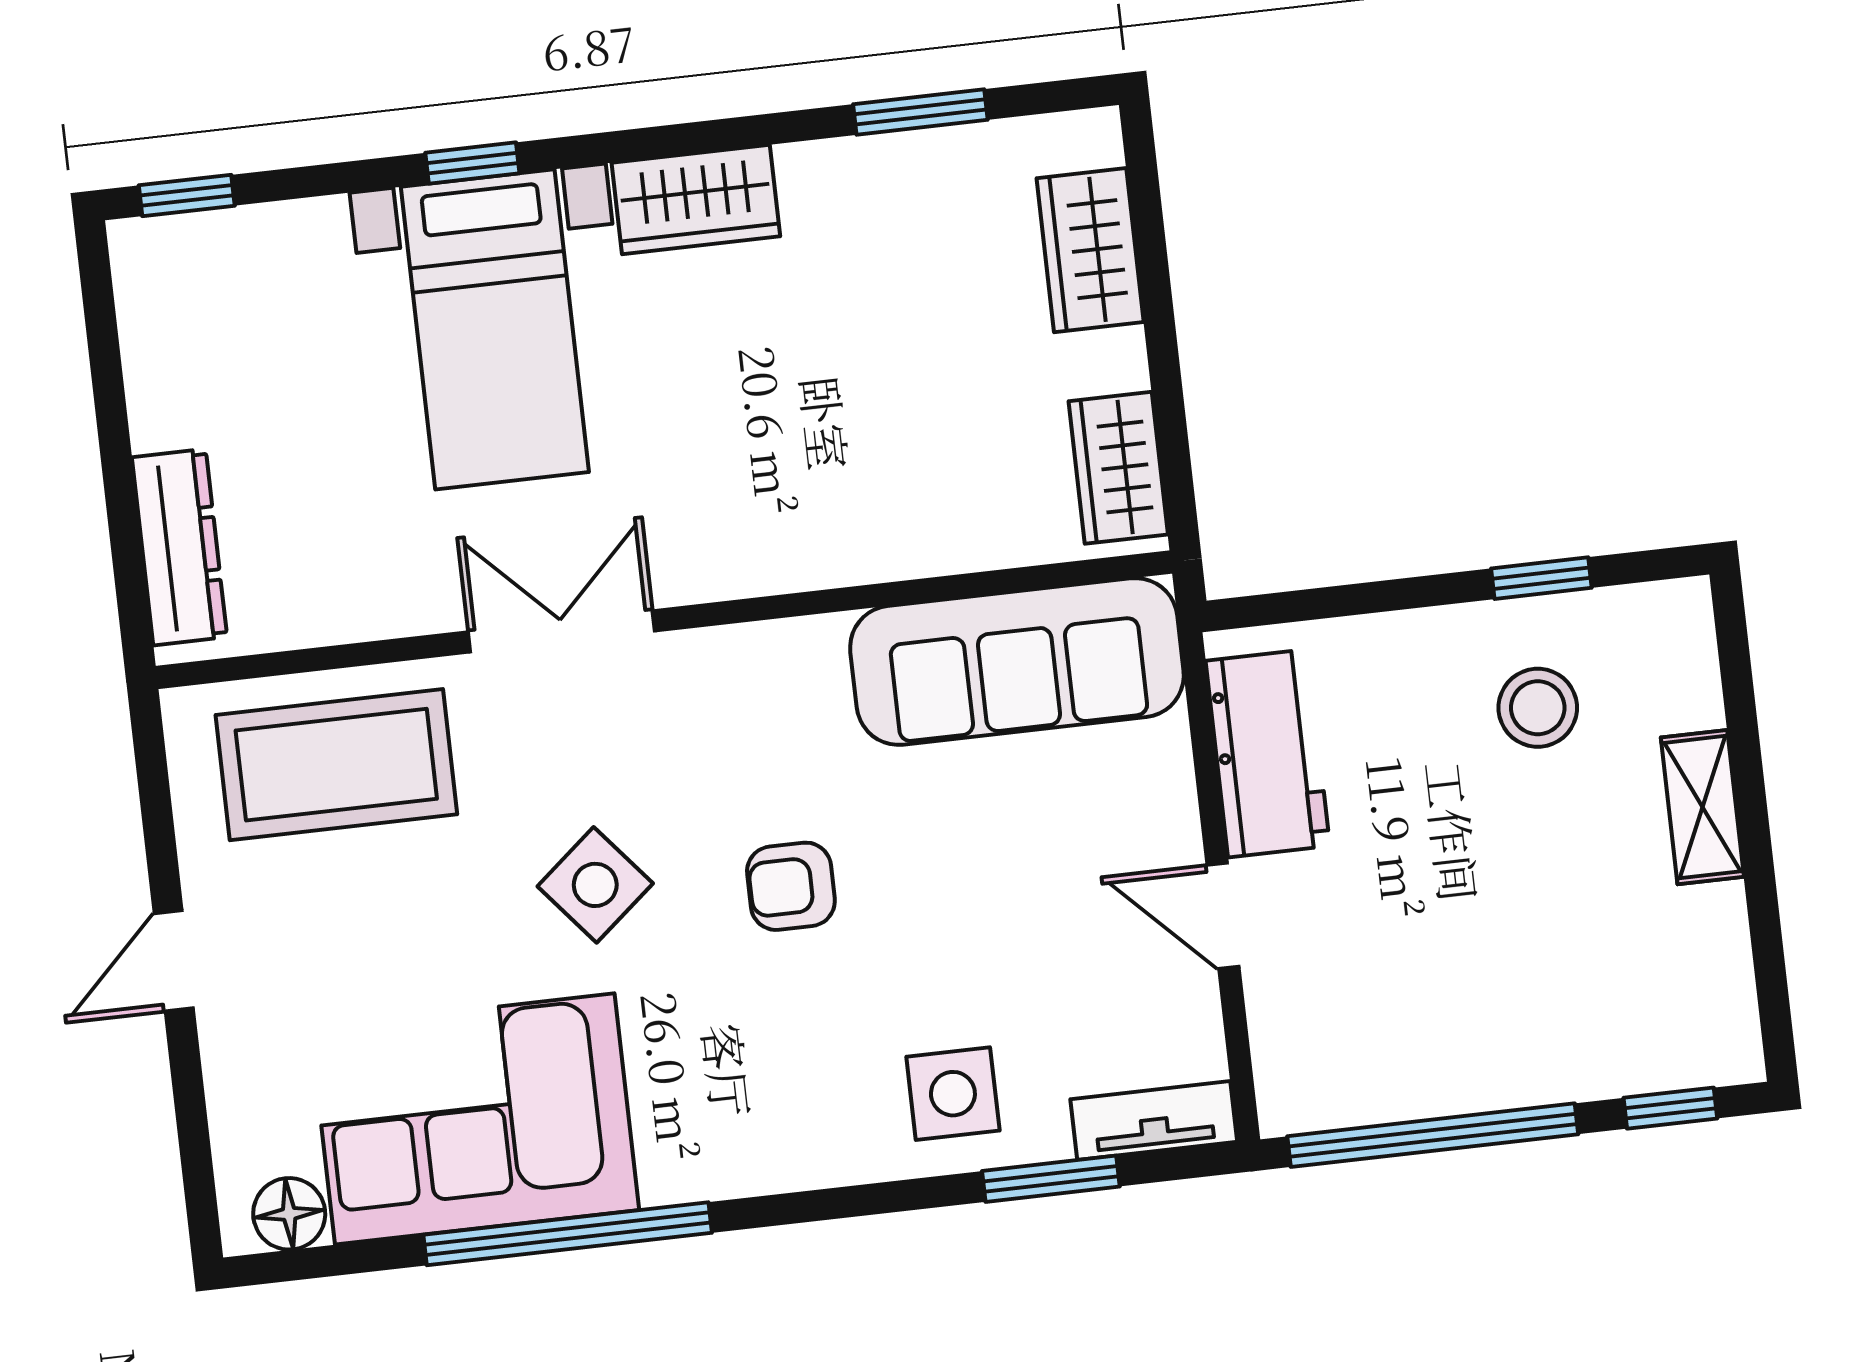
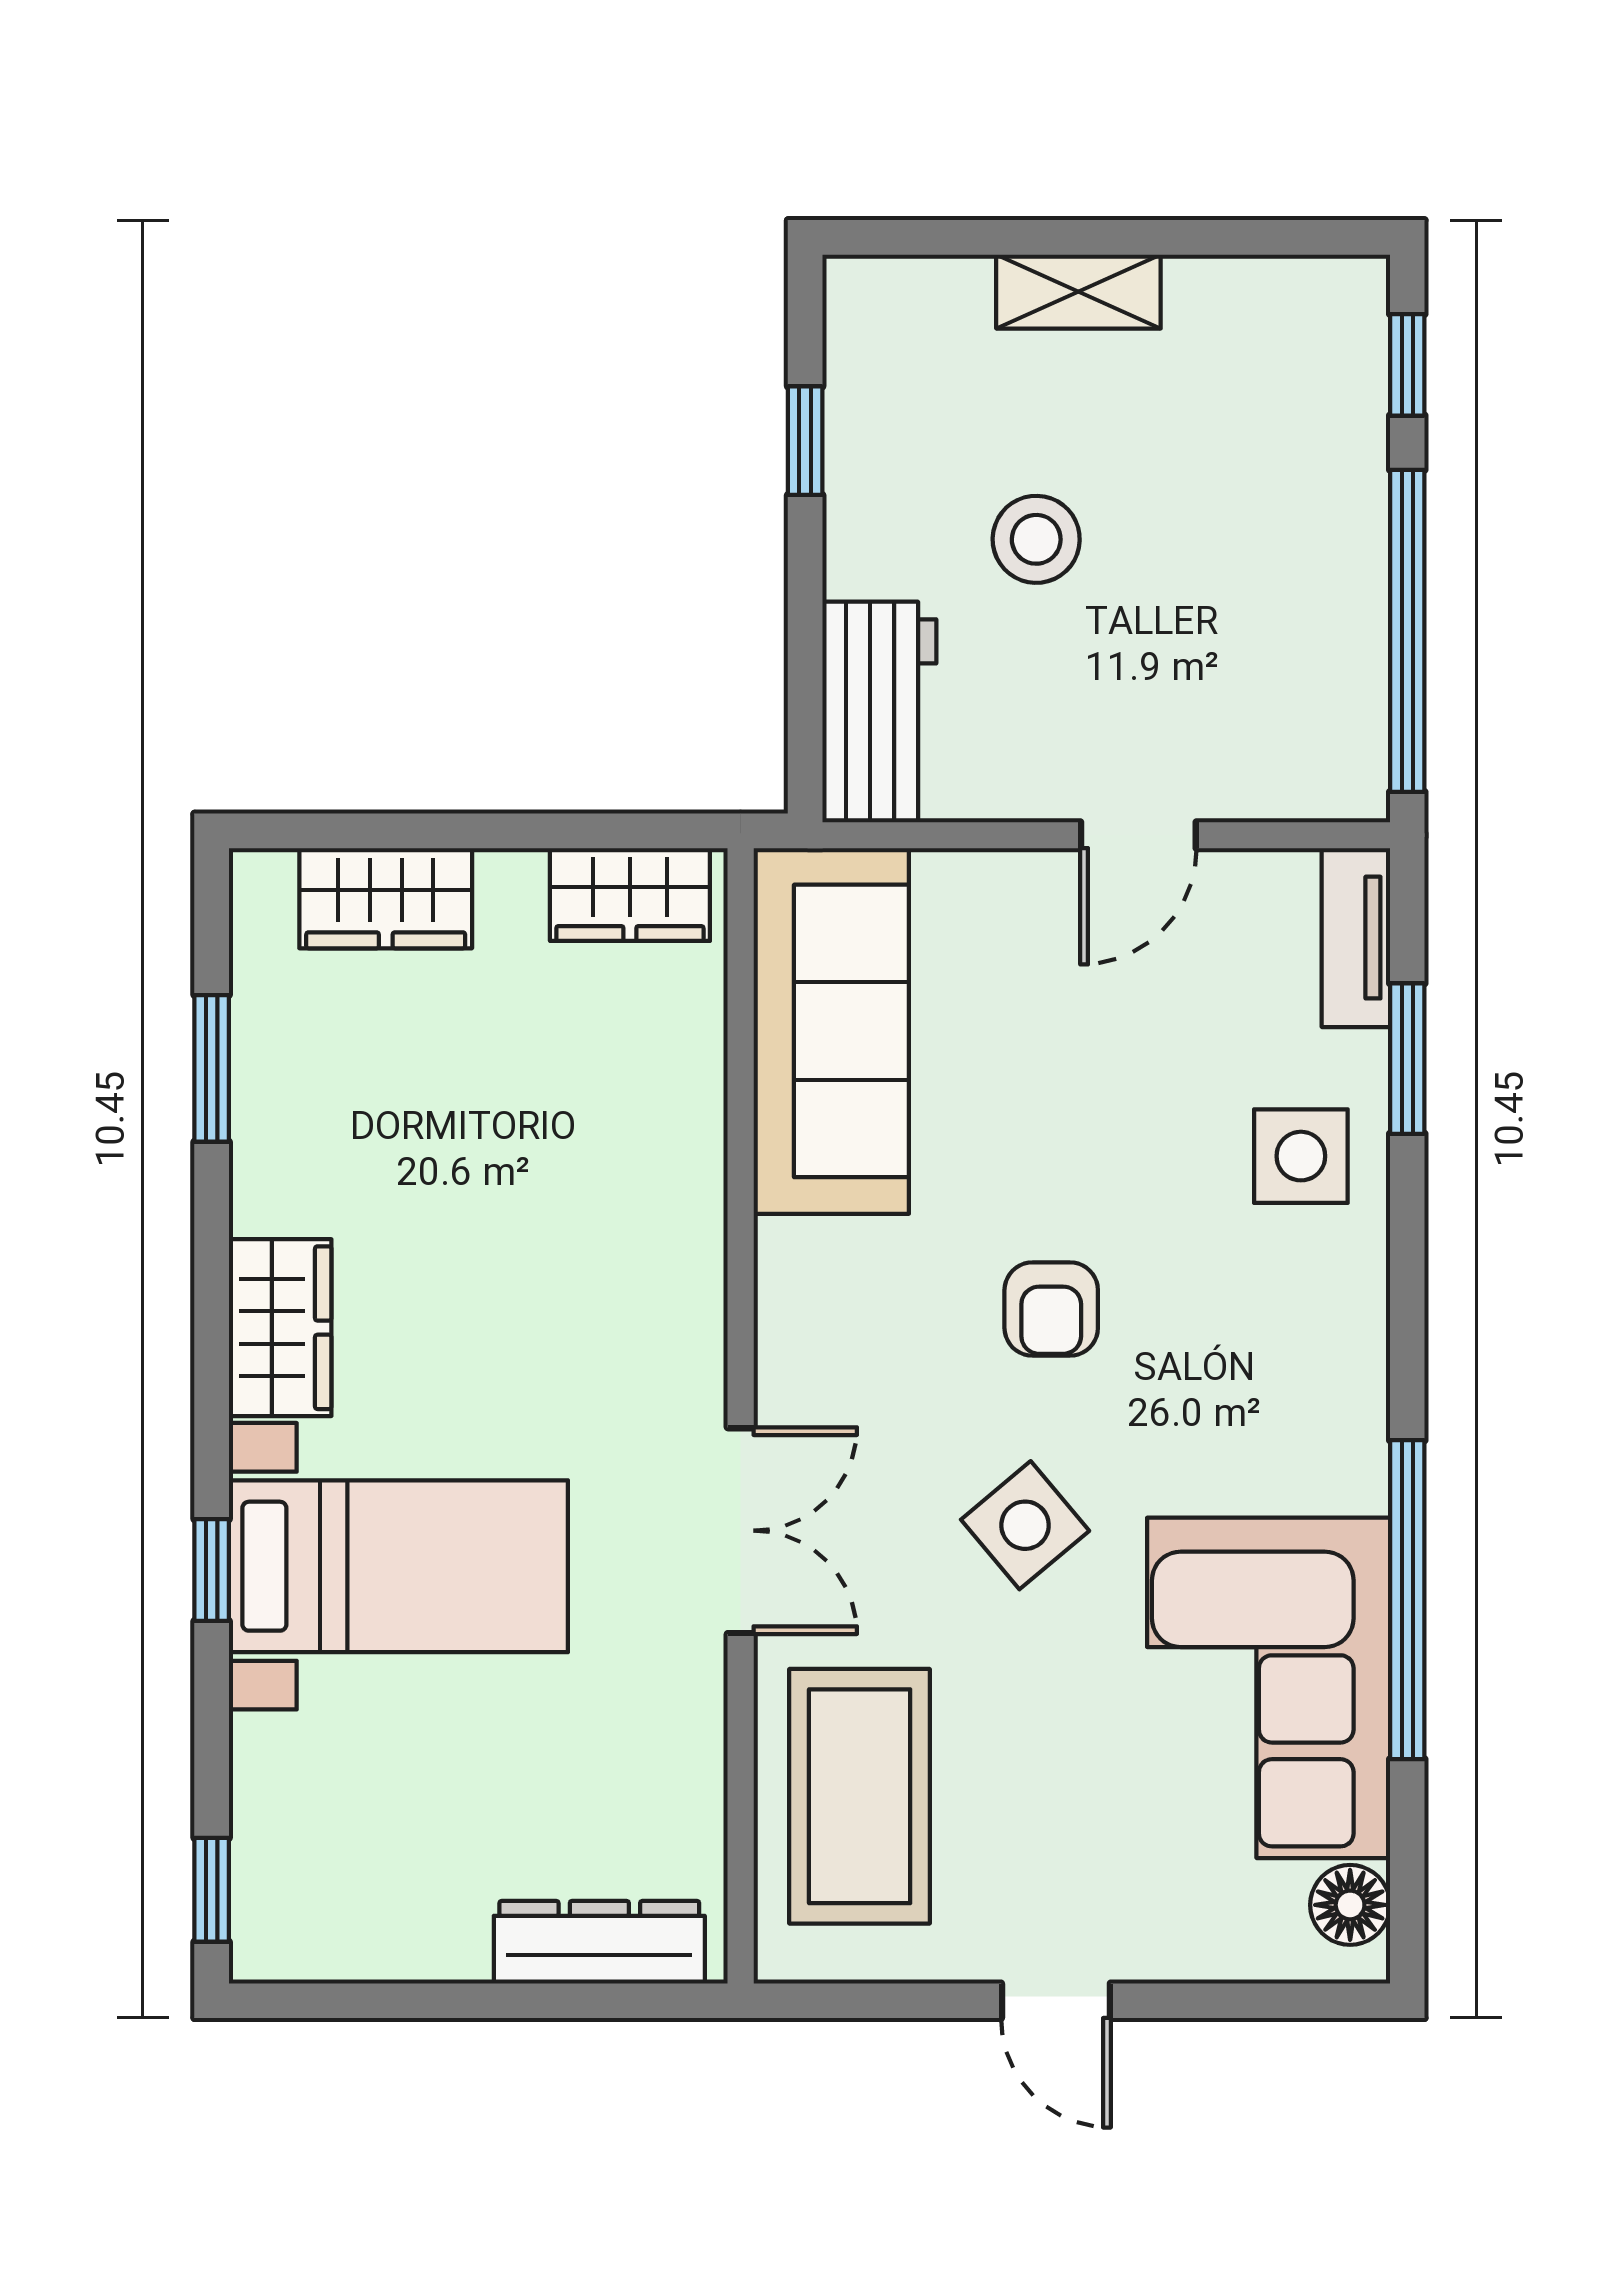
double door: (561, 631) -> (741, 1531), swing flipped
stool: (1538, 708) -> (1036, 539), moved
workbench: (1268, 753) -> (879, 712), moved, turned 90

